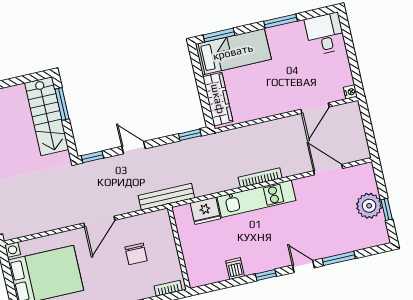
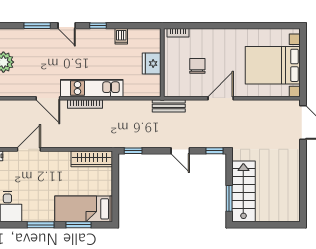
window: (219, 35) -> (78, 225), moved
wardrobe: (218, 99) -> (92, 159), moved, turned -90
door: (328, 170) -> (48, 98), moved
bench: (166, 197) -> (169, 106), width x0.73
fridge: (205, 211) -> (152, 64), moved, turned -90

